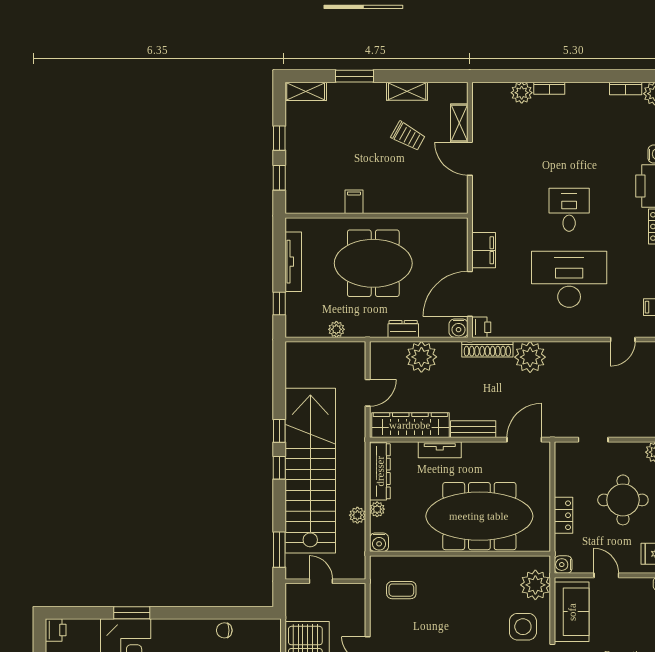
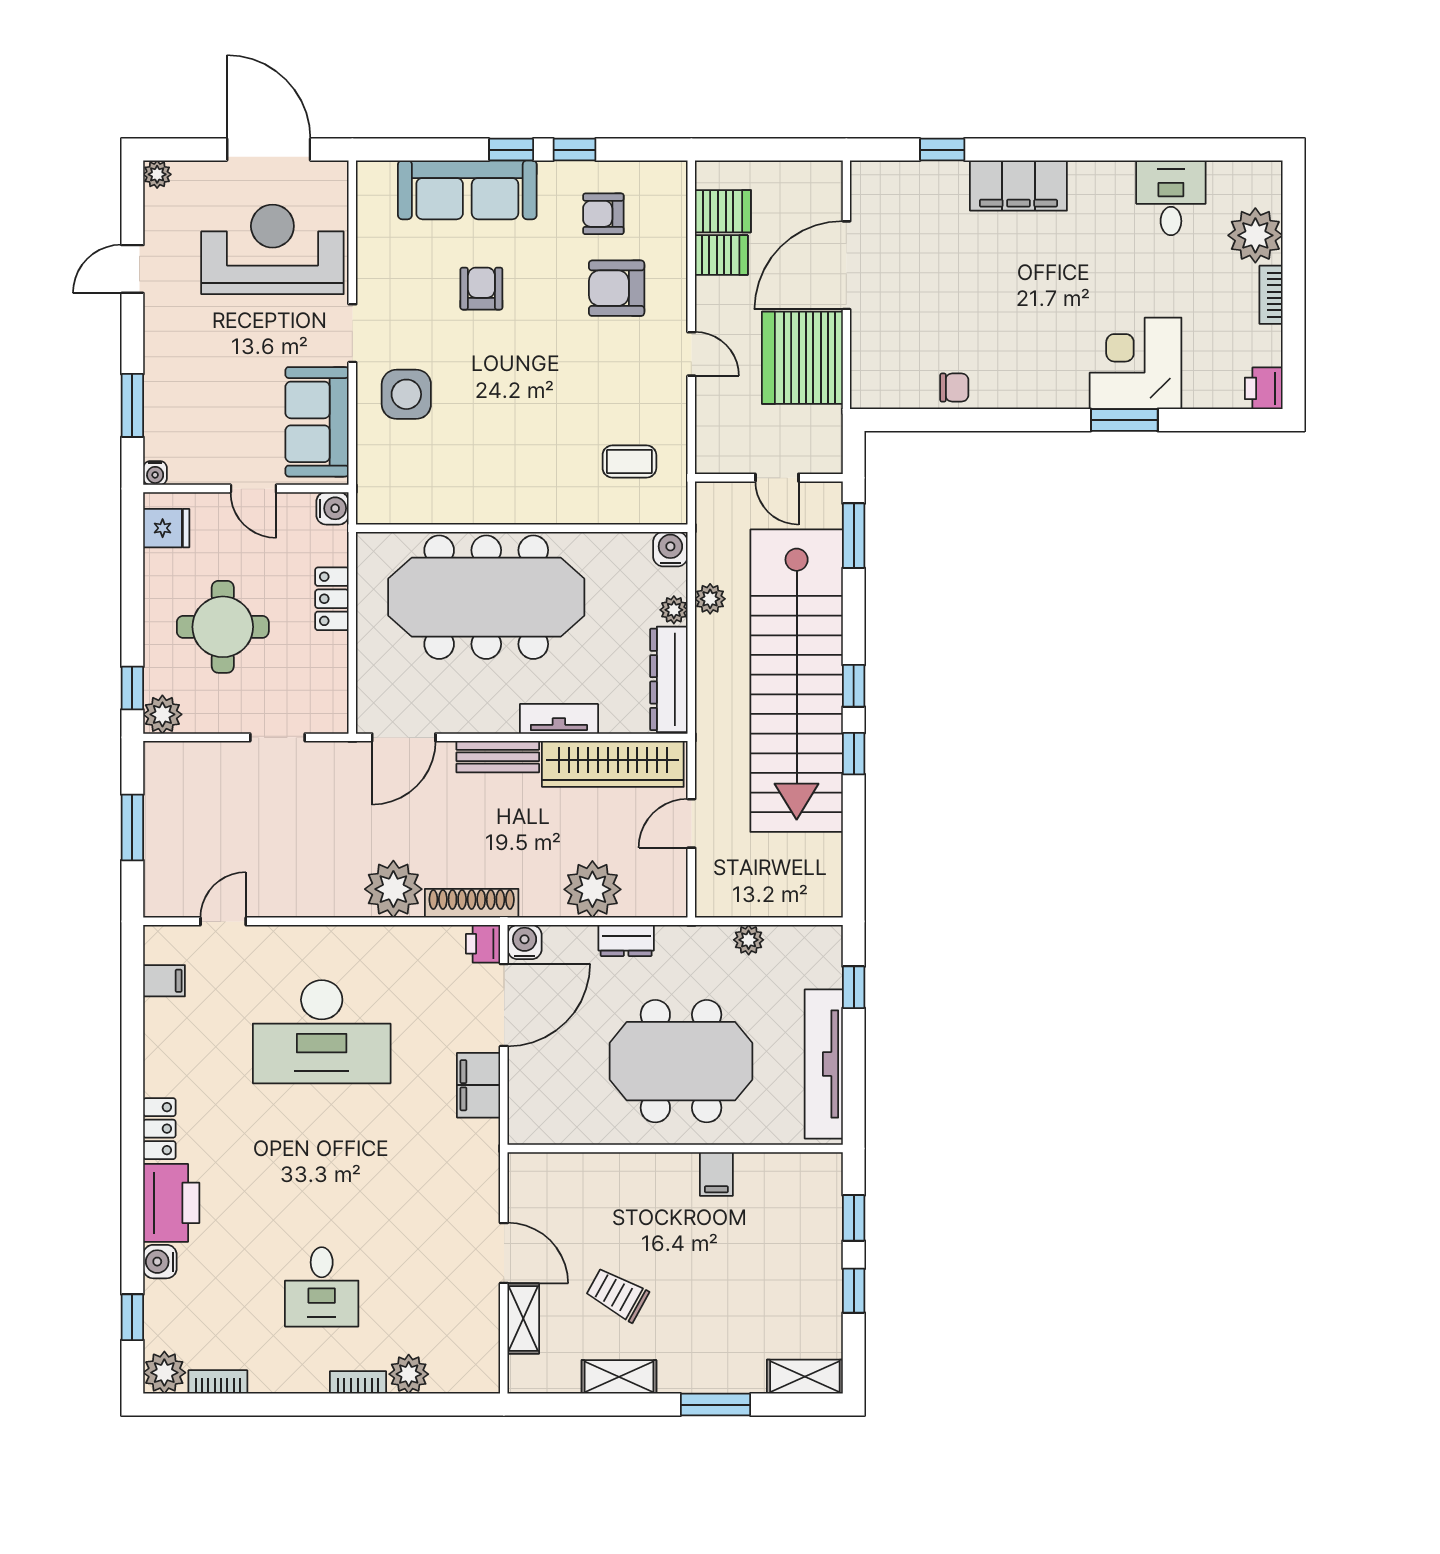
desk: (569, 210) -> (322, 1287), moved
tv unit: (293, 262) -> (824, 1064), width x1.36, depth x1.29
plant: (535, 585) -> (383, 471), removed

